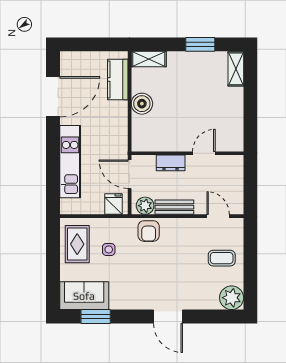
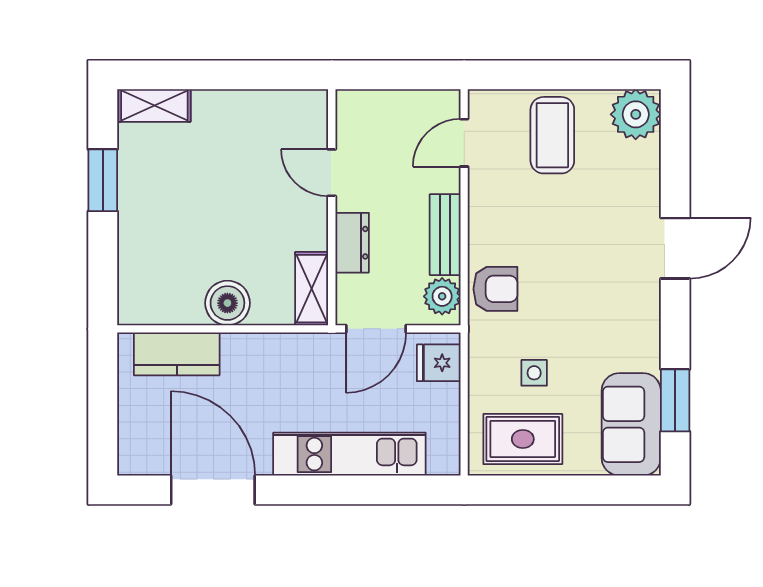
shelving: (149, 59) -> (312, 289), moved
coffee table: (222, 258) -> (552, 135), width x1.36, depth x1.30

